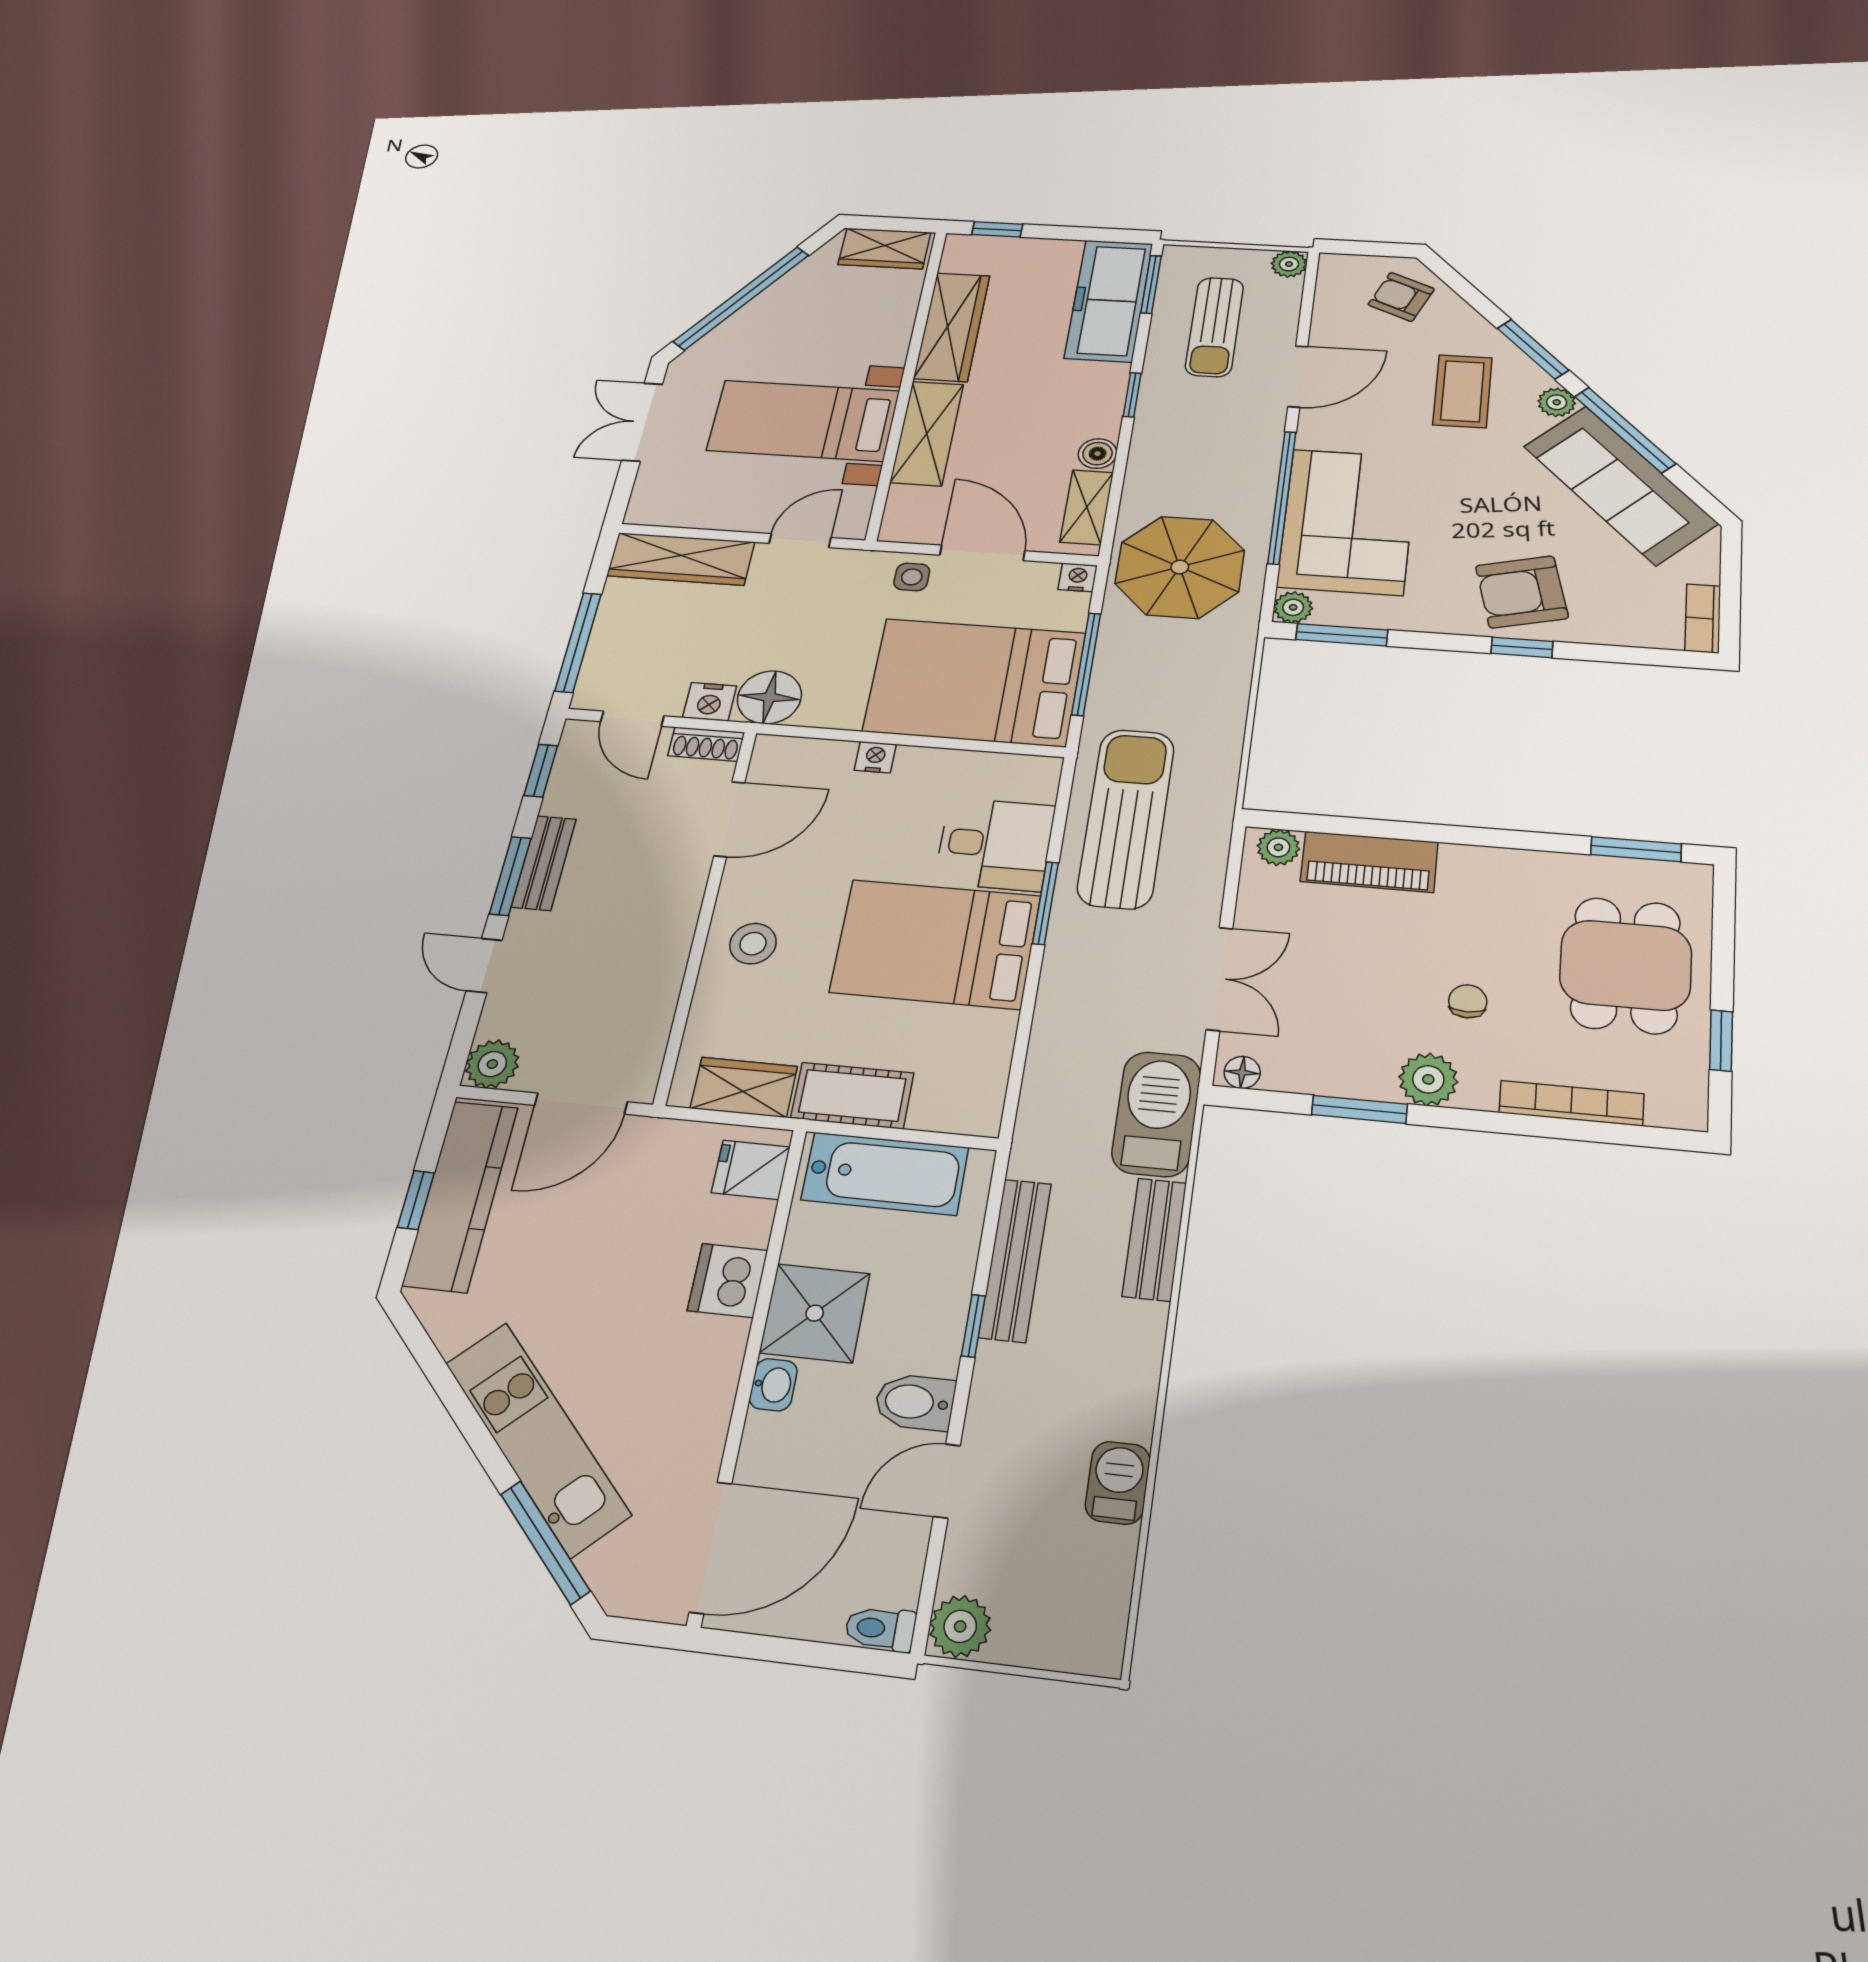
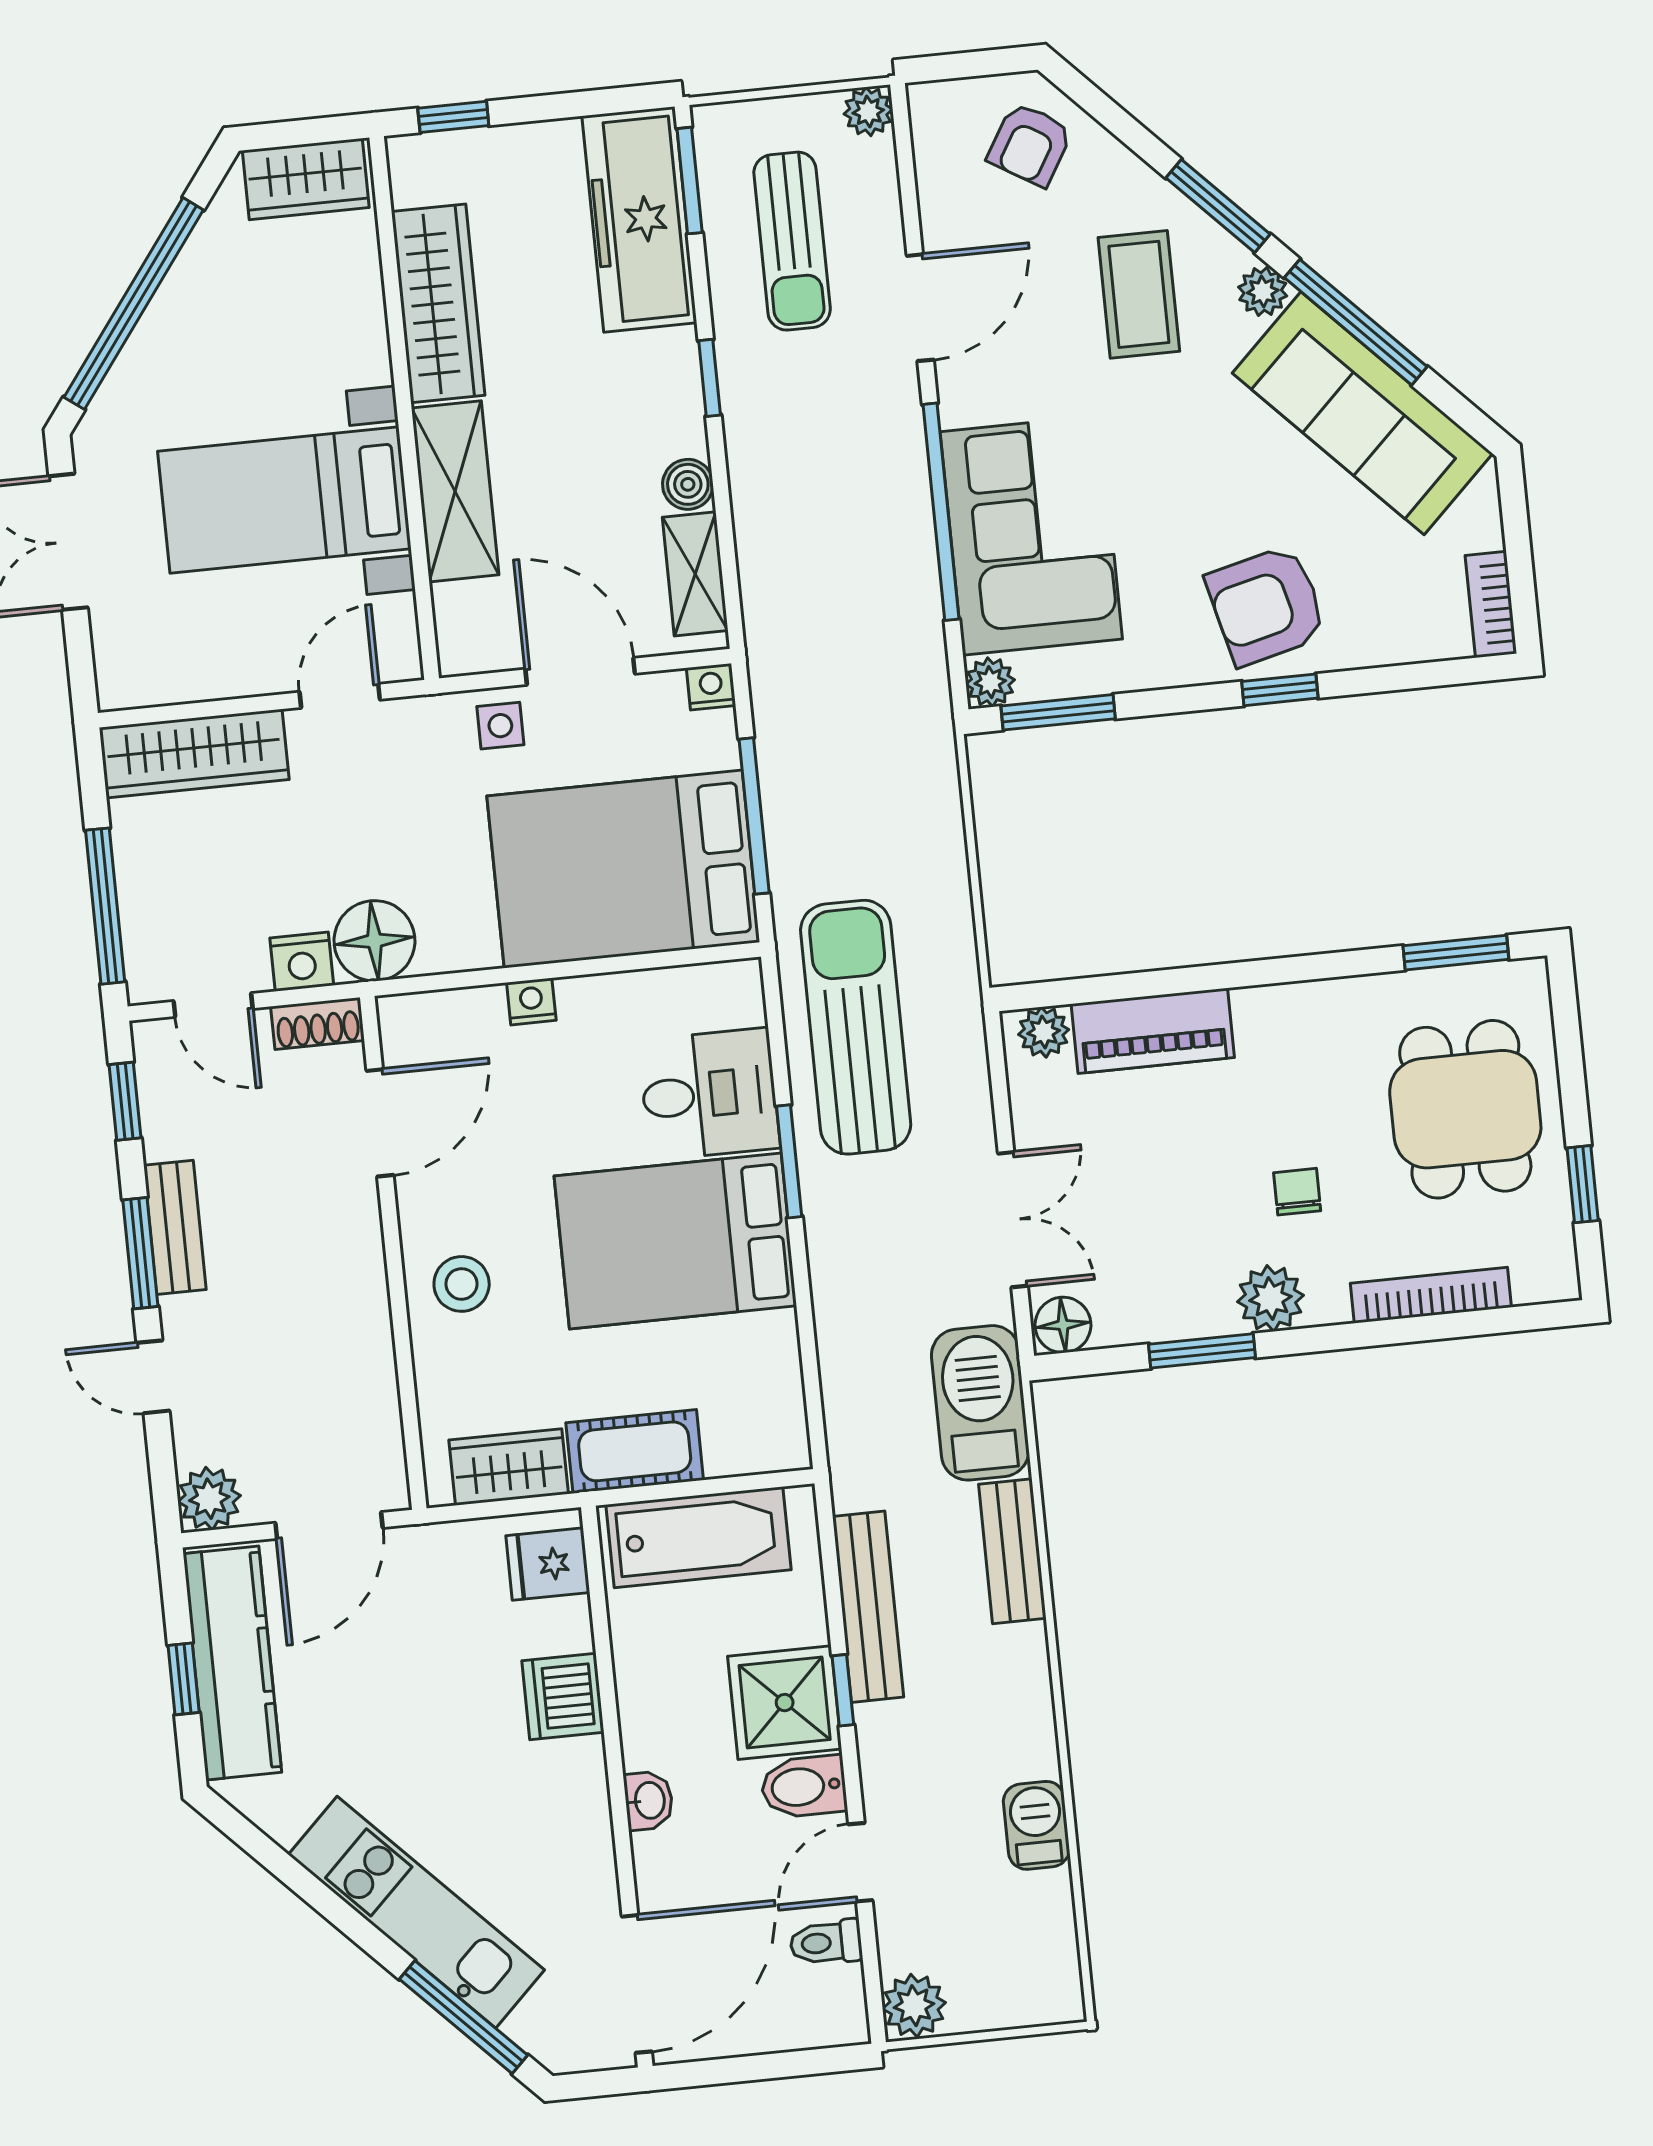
armchair: (1401, 297) -> (1030, 144), turned -82
parasol: (1180, 567) -> (836, 647), removed
floor lamp: (1242, 1072) -> (1063, 1325), width x1.37, depth x1.37
shower: (815, 1313) -> (785, 1703), moved
toilet: (880, 1629) -> (826, 1942), moved

